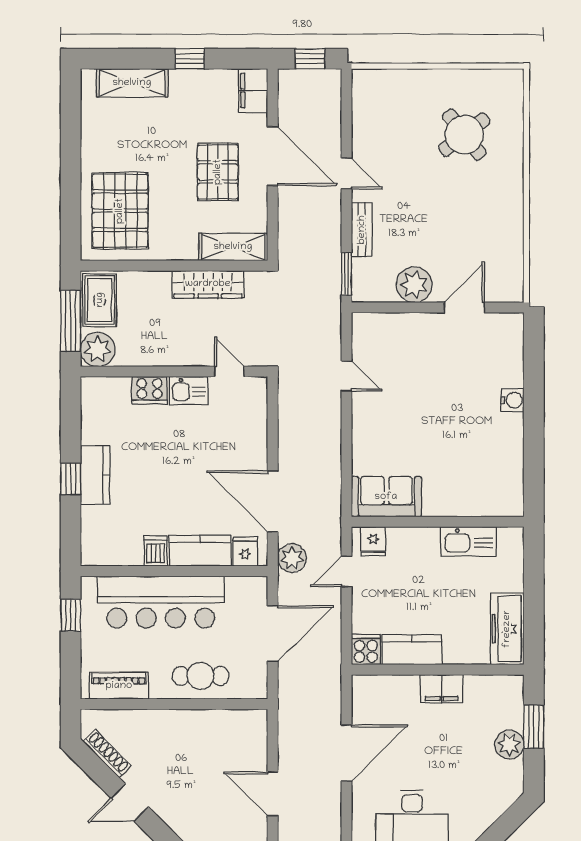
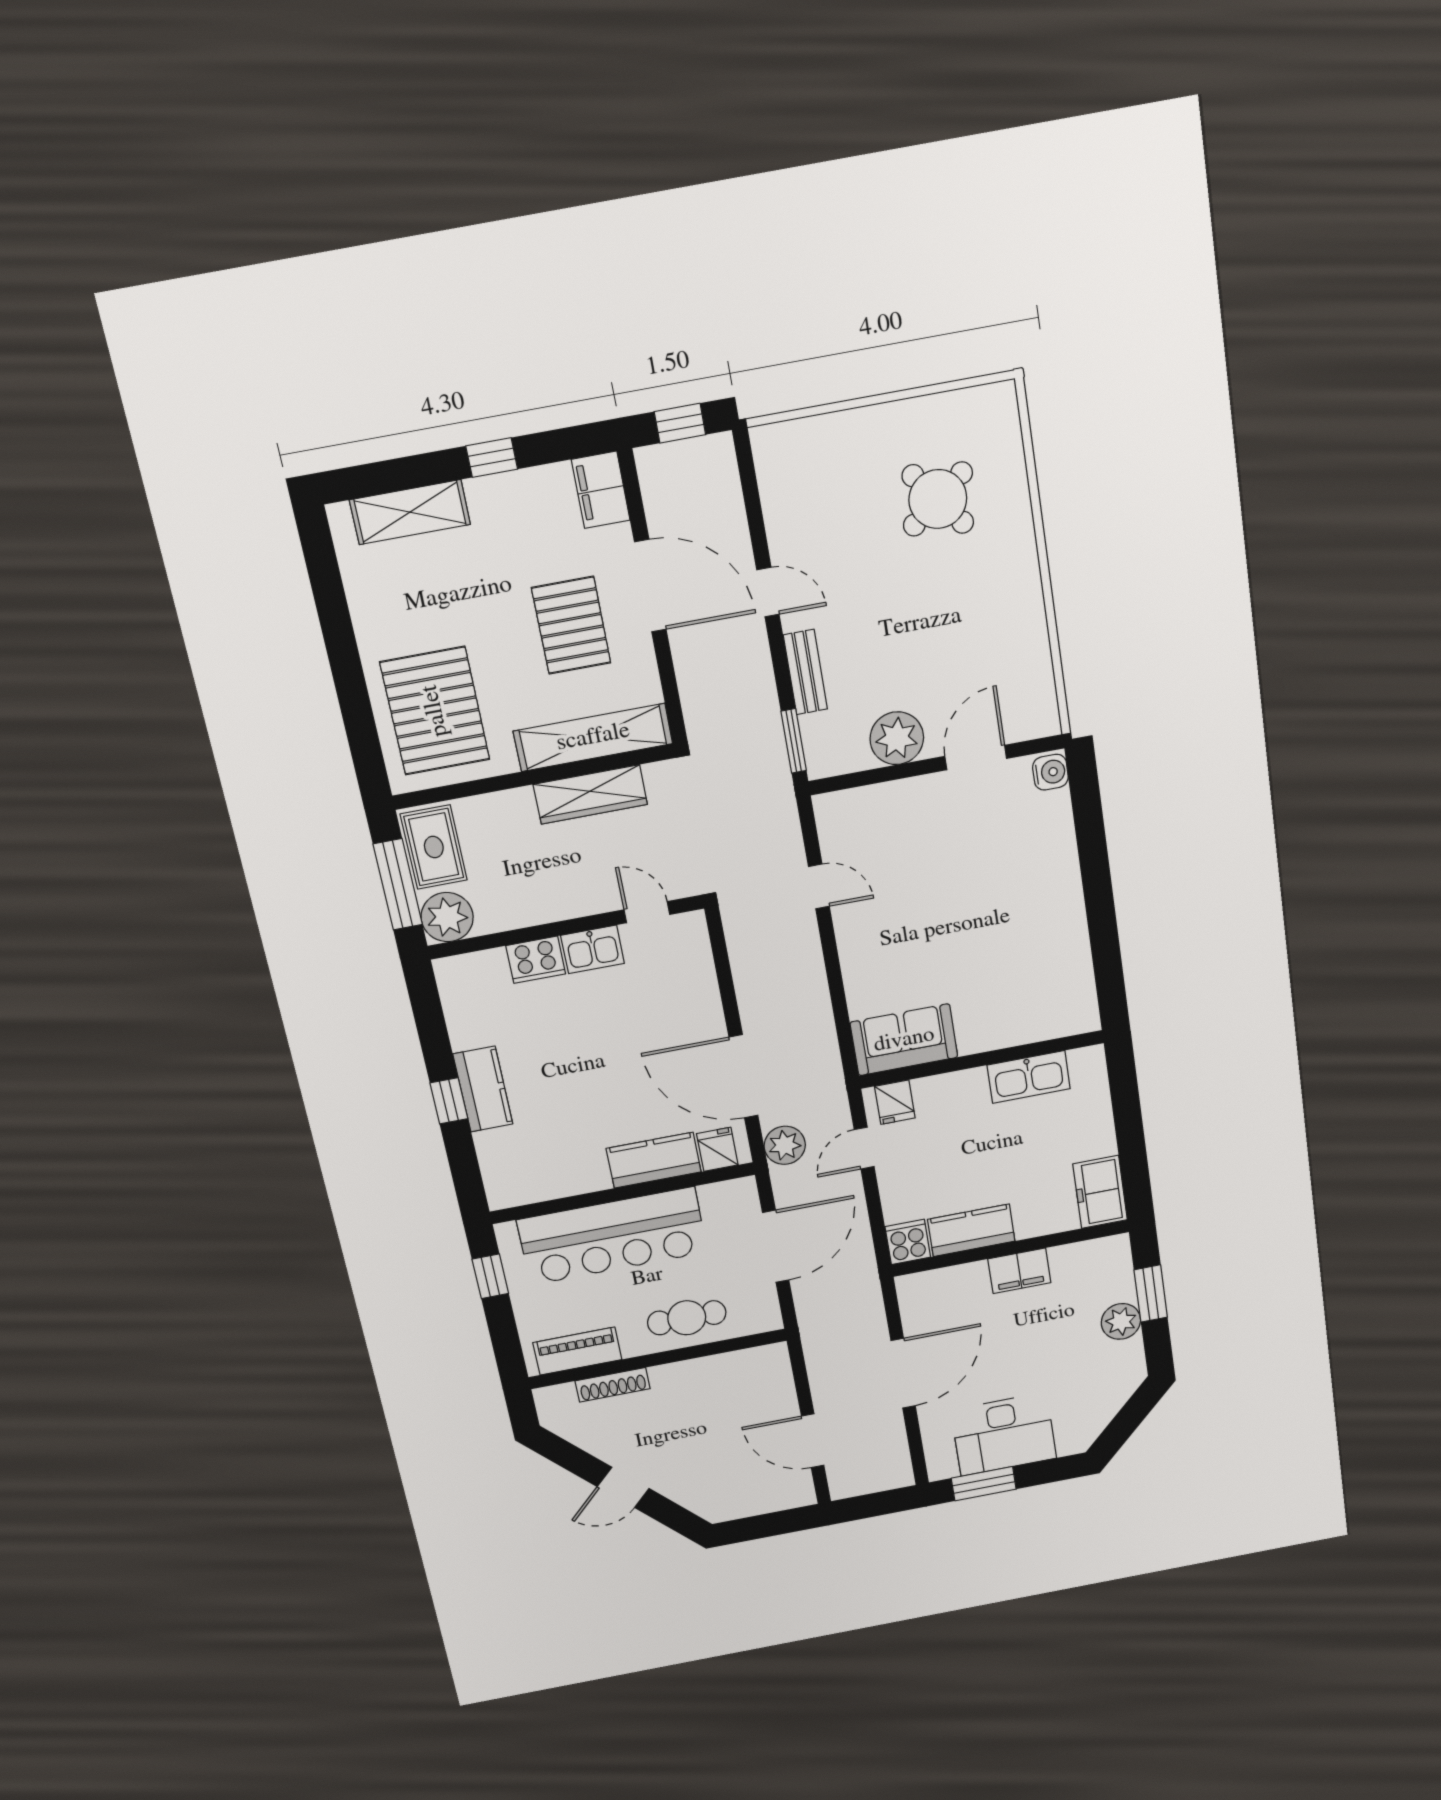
shelving: (233, 247) -> (593, 737), width x1.47
water cooler: (512, 400) -> (1050, 772), moved
dishwasher: (156, 551) -> (591, 1172), removed
freezer: (507, 629) -> (1100, 1192), width x0.71
shoe rack: (107, 753) -> (613, 1385), moved, turned 135

